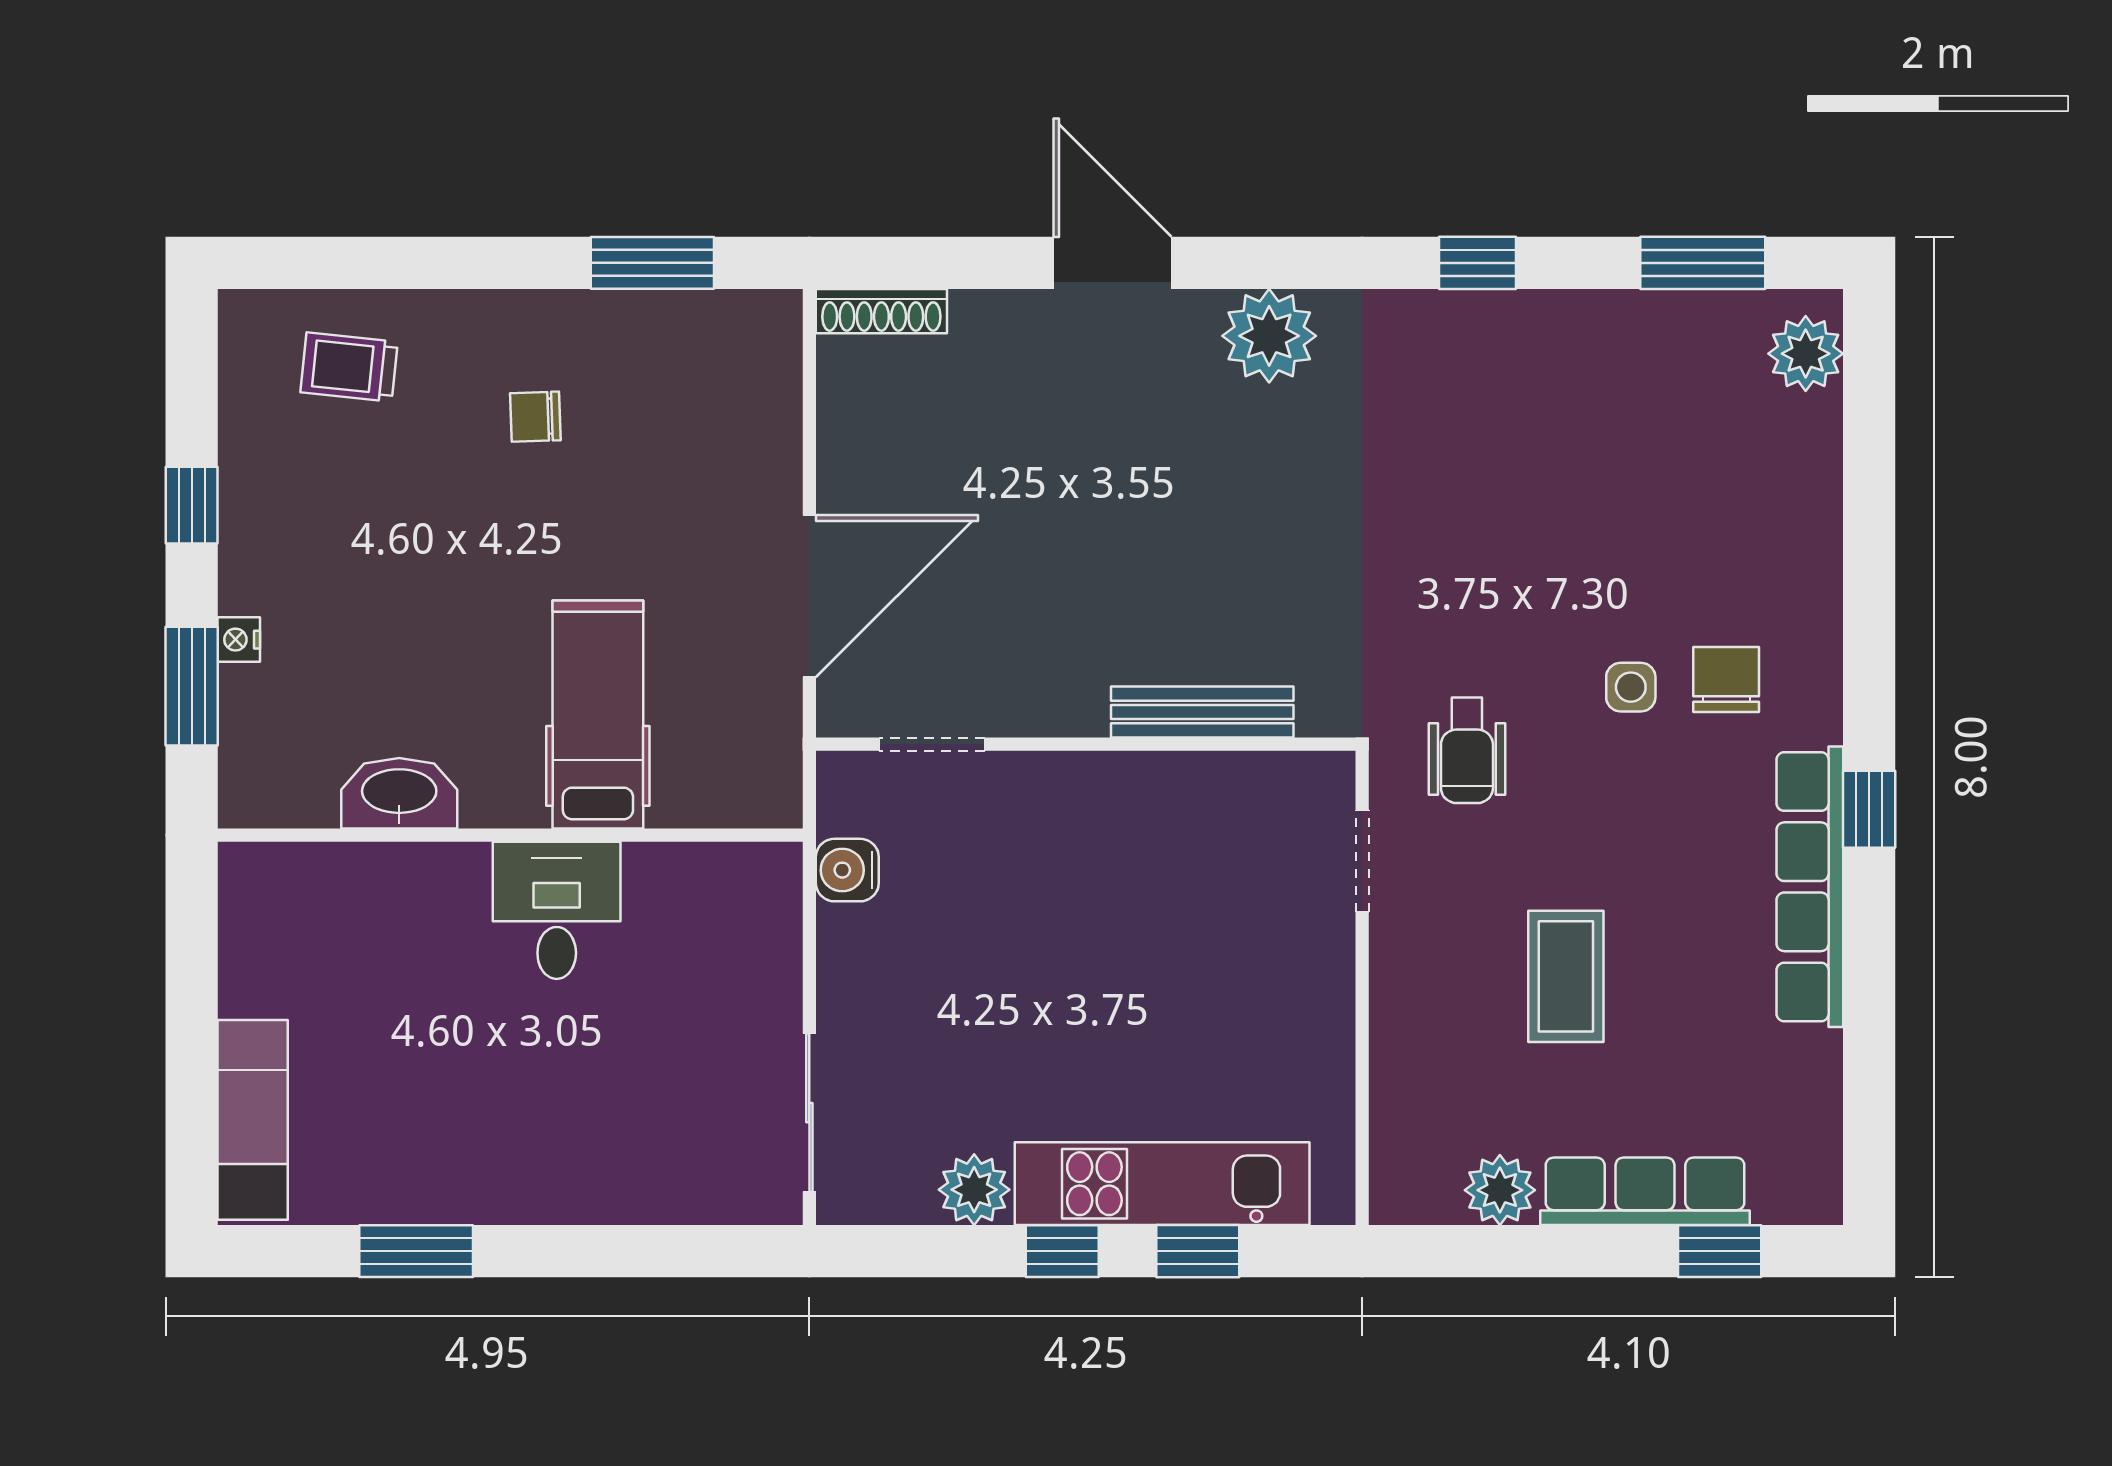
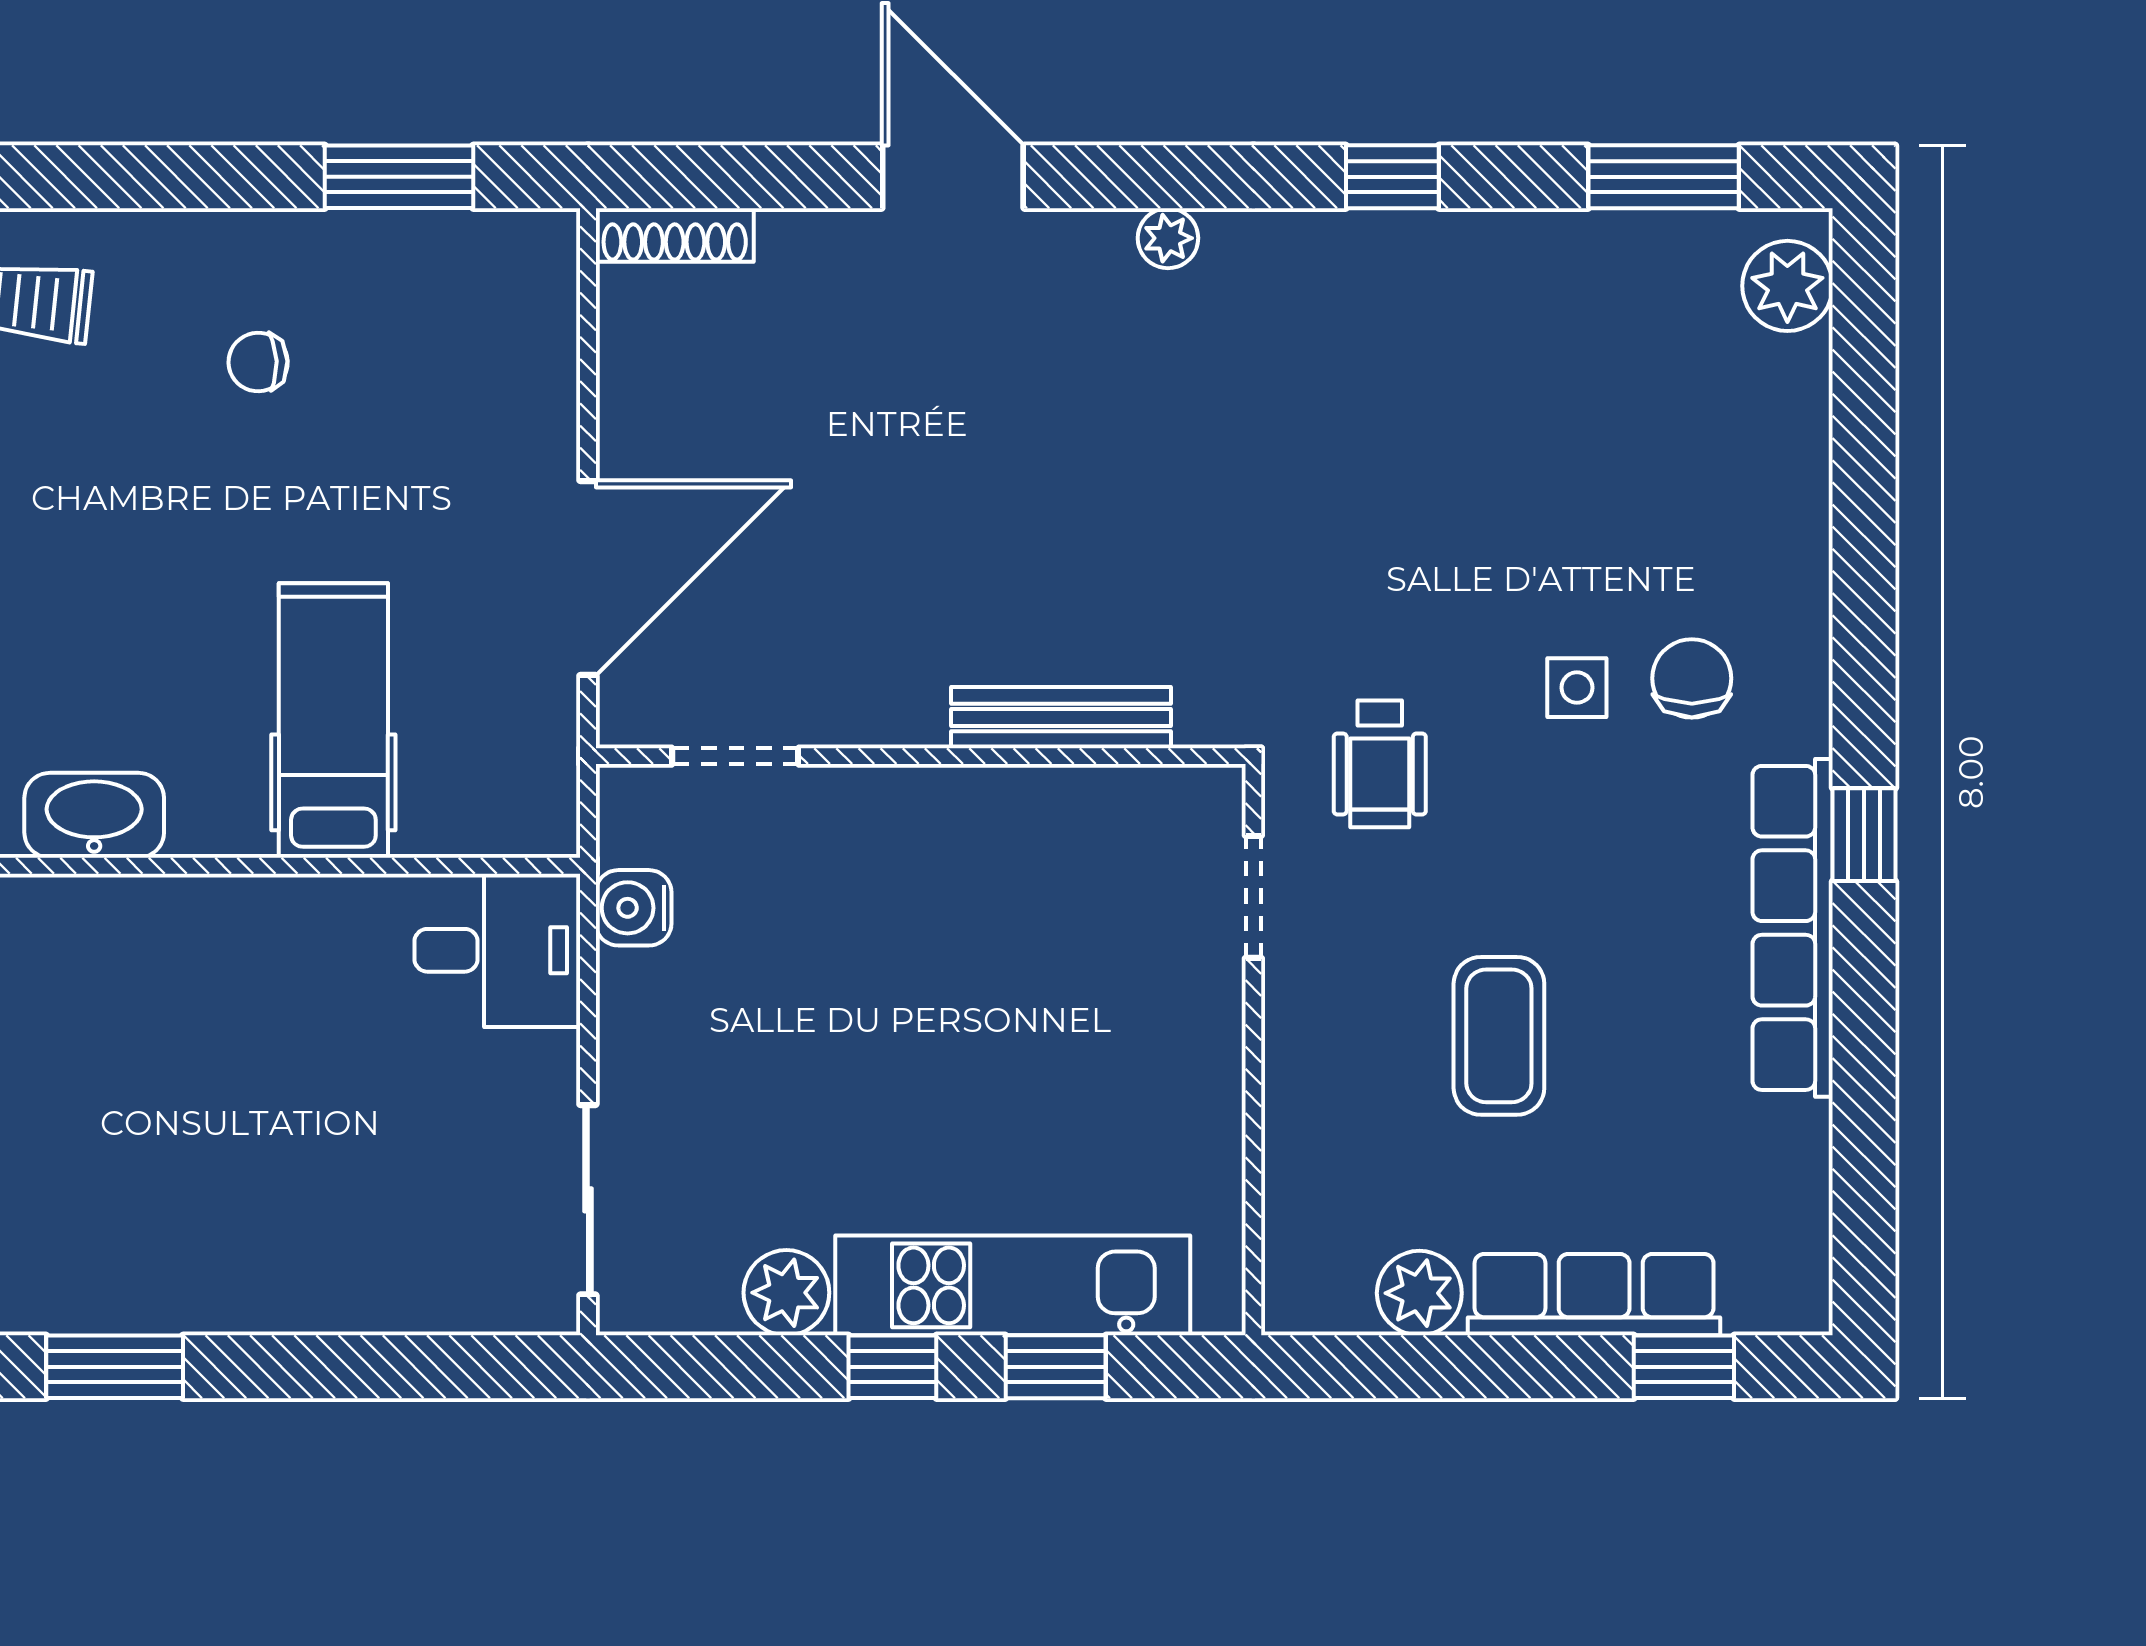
plant: (1269, 336) -> (1168, 238), width x0.53, depth x0.53
desk: (557, 910) -> (497, 950), moved, turned 90

